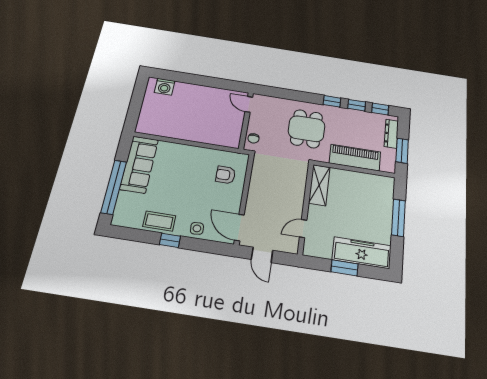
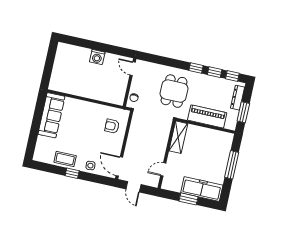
washing machine: (165, 87) -> (97, 57), moved
window: (114, 187) -> (34, 132), removed

